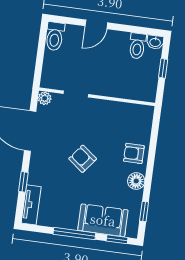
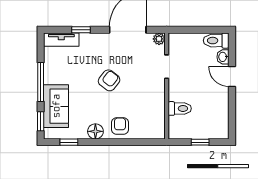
washbasin: (155, 42) -> (223, 57), moved
toilet: (137, 46) -> (180, 108), moved, turned 180

